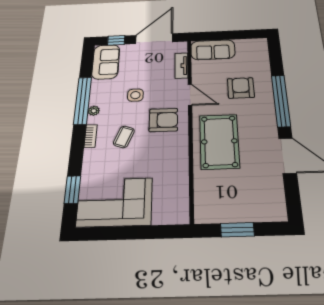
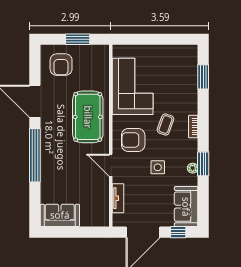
sofa: (213, 50) -> (60, 215), moved
armchair: (241, 88) -> (61, 65), moved
window: (83, 100) -> (203, 164), width x0.47
plant: (94, 111) -> (193, 168), moved
corner sofa: (115, 202) -> (133, 86), moved, turned -90

